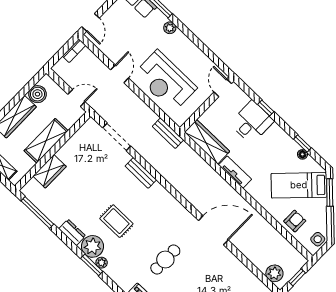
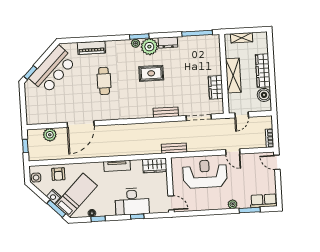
desk: (252, 122) -> (132, 202), width x1.37
wardrobe: (207, 142) -> (155, 165), width x0.67
wardrobe: (50, 171) -> (216, 87), moved
nightstand: (320, 206) -> (54, 197), added
door: (213, 230) -> (81, 124), moved
plant: (274, 273) -> (50, 135), moved

